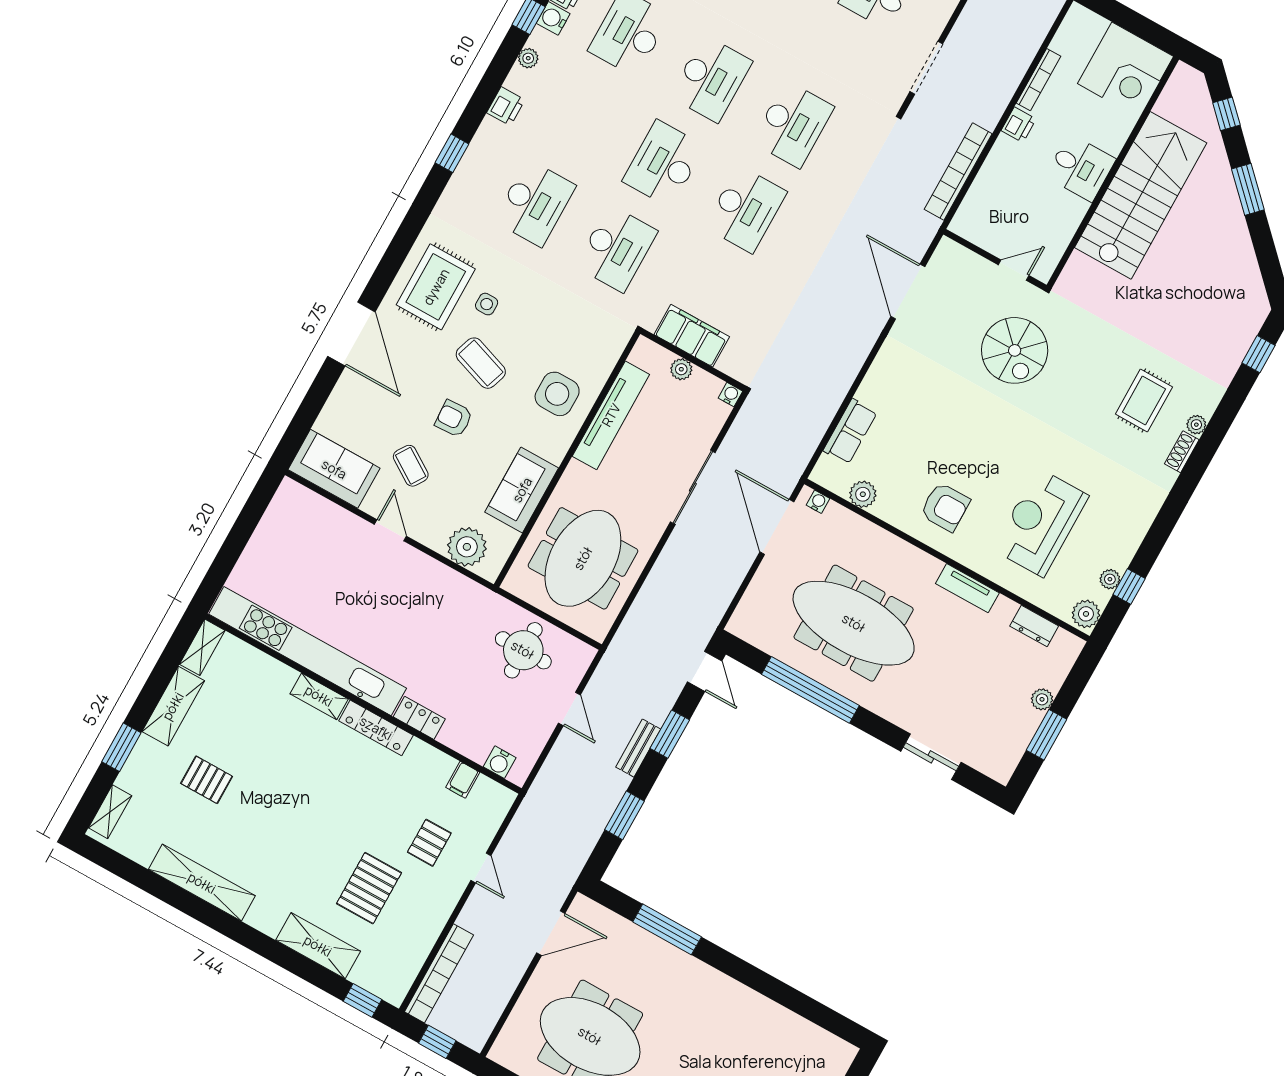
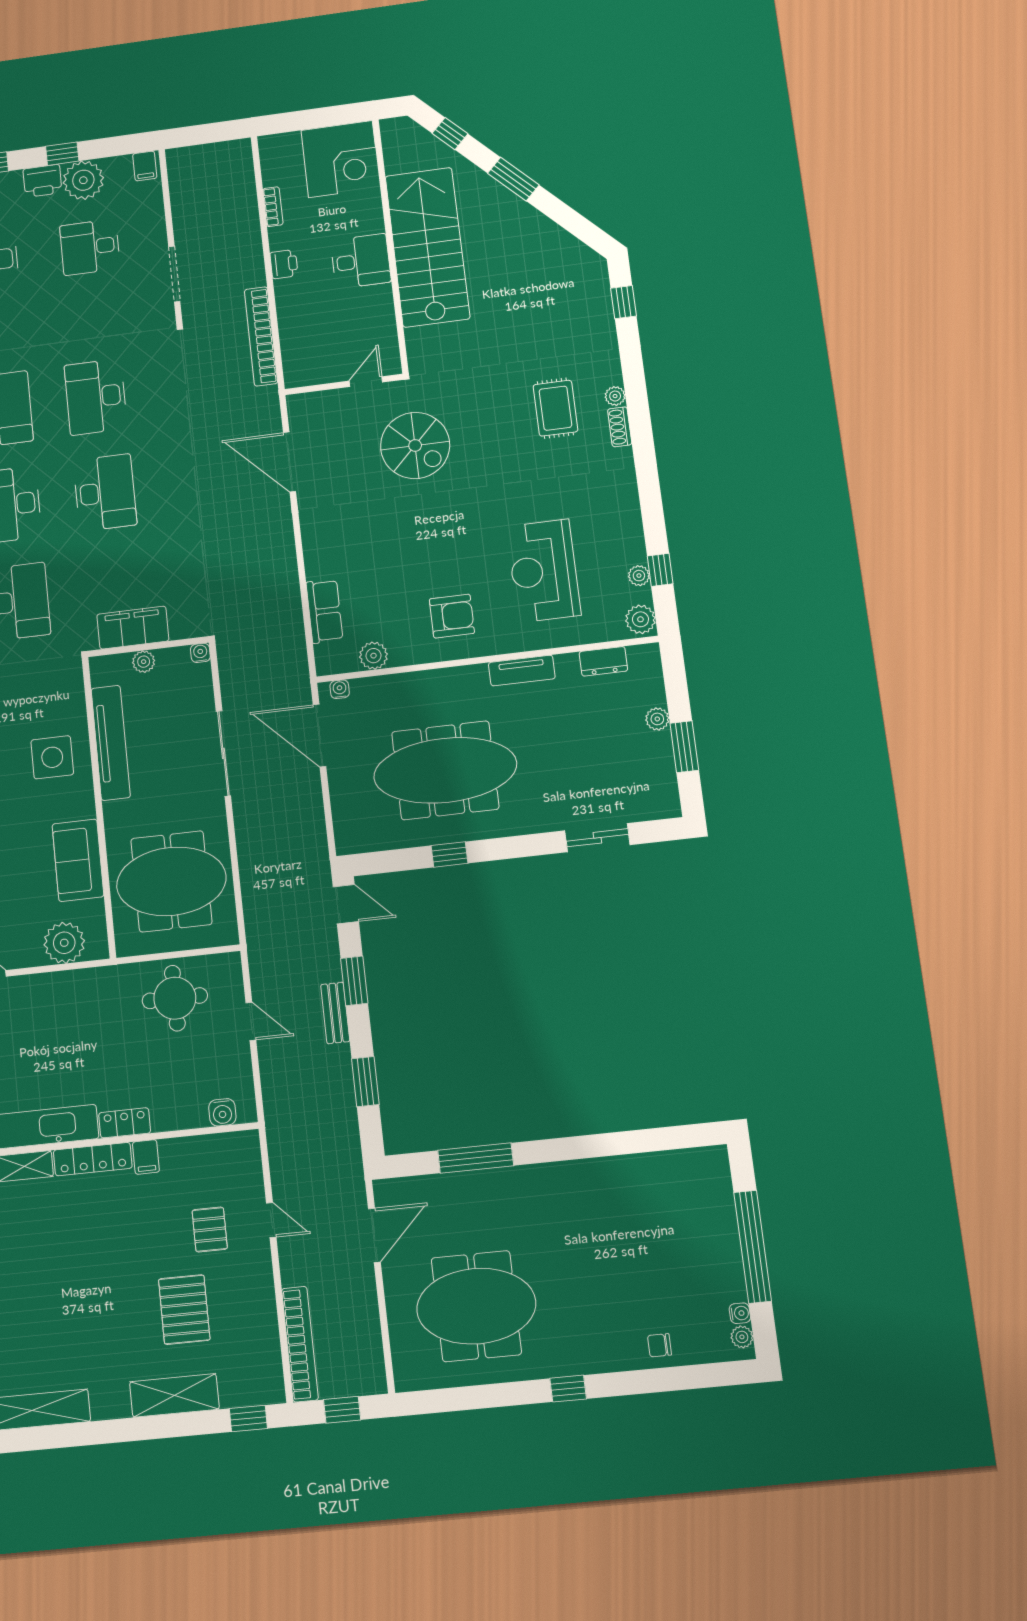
bookcase: (1038, 80) -> (273, 207), width x0.64
desk: (793, 124) -> (96, 397), turned 180
meeting table: (583, 558) -> (171, 881), turned 90
window: (810, 690) -> (449, 854), width x0.32
filing cabinet: (463, 780) -> (146, 1157), moved

